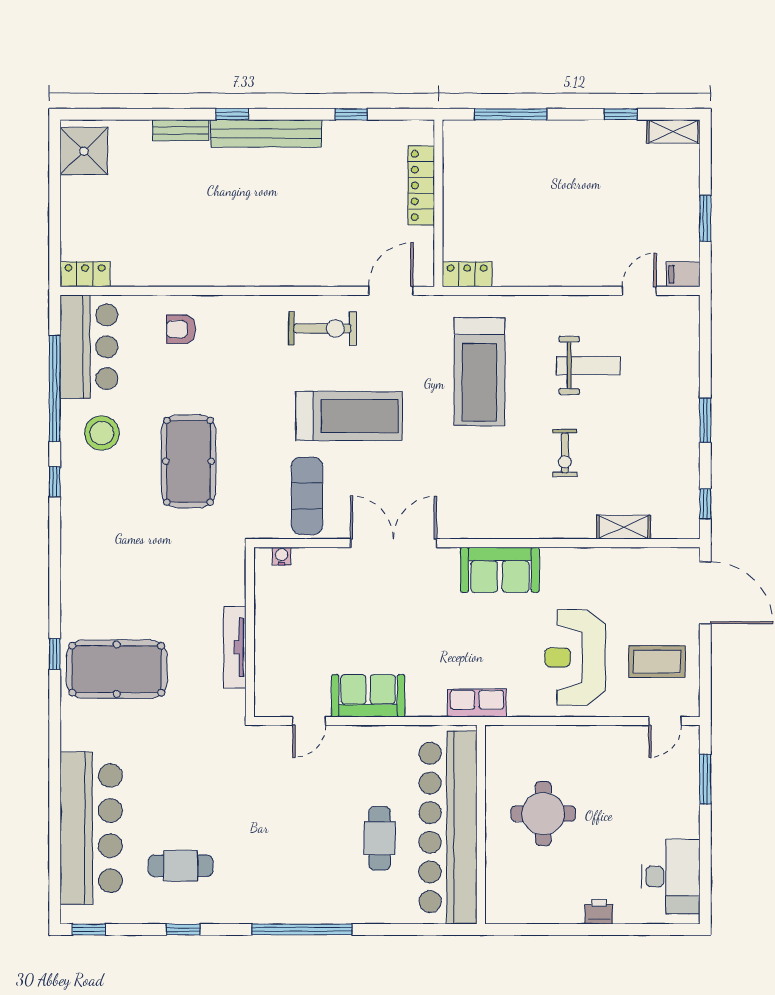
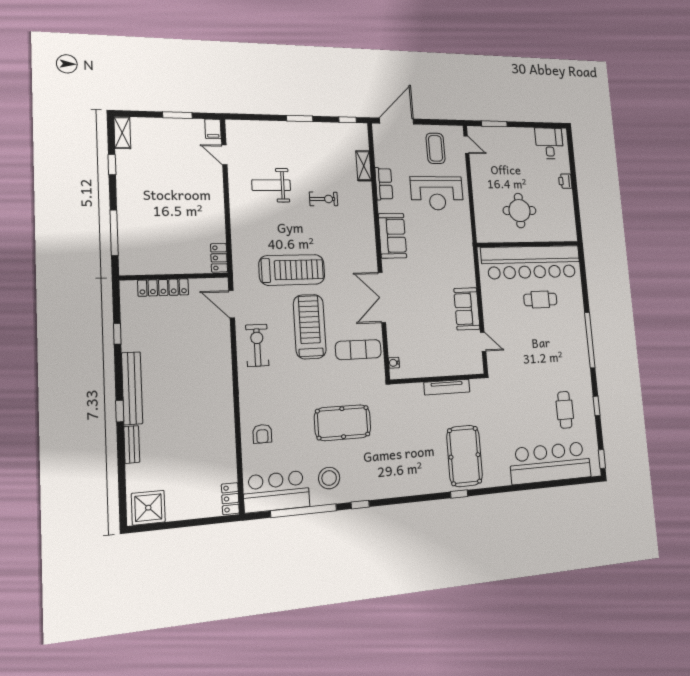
weight bench: (588, 365) -> (271, 185), turned -90
treadmill: (479, 371) -> (292, 270), moved
row of seats: (477, 703) -> (384, 184), moved, turned 180
desk: (671, 877) -> (549, 143), width x0.73

